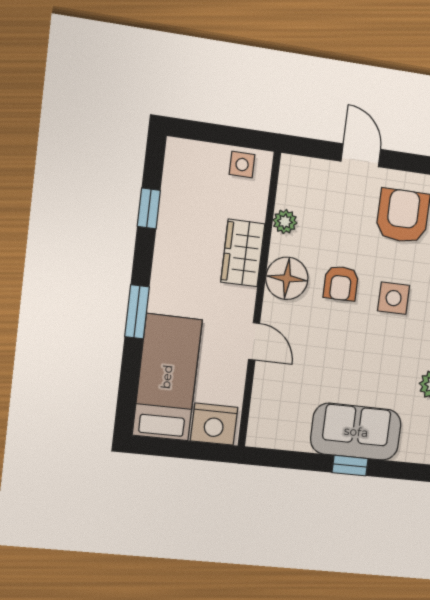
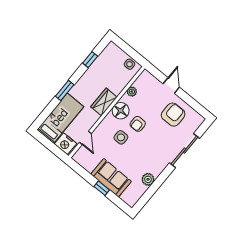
wardrobe: (243, 253) -> (104, 102), moved
side table: (394, 298) -> (121, 137), moved
door: (254, 342) -> (85, 138), moved

